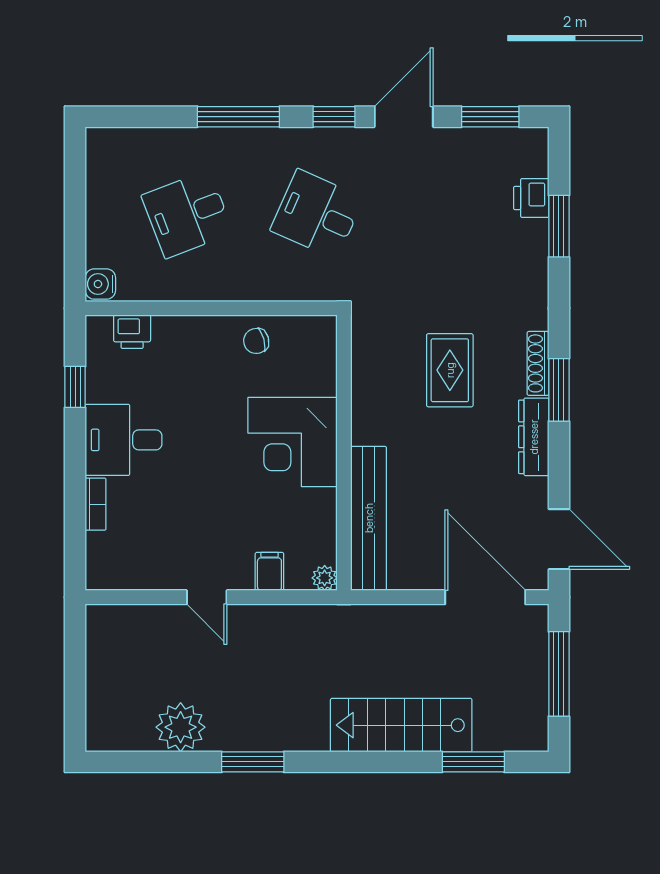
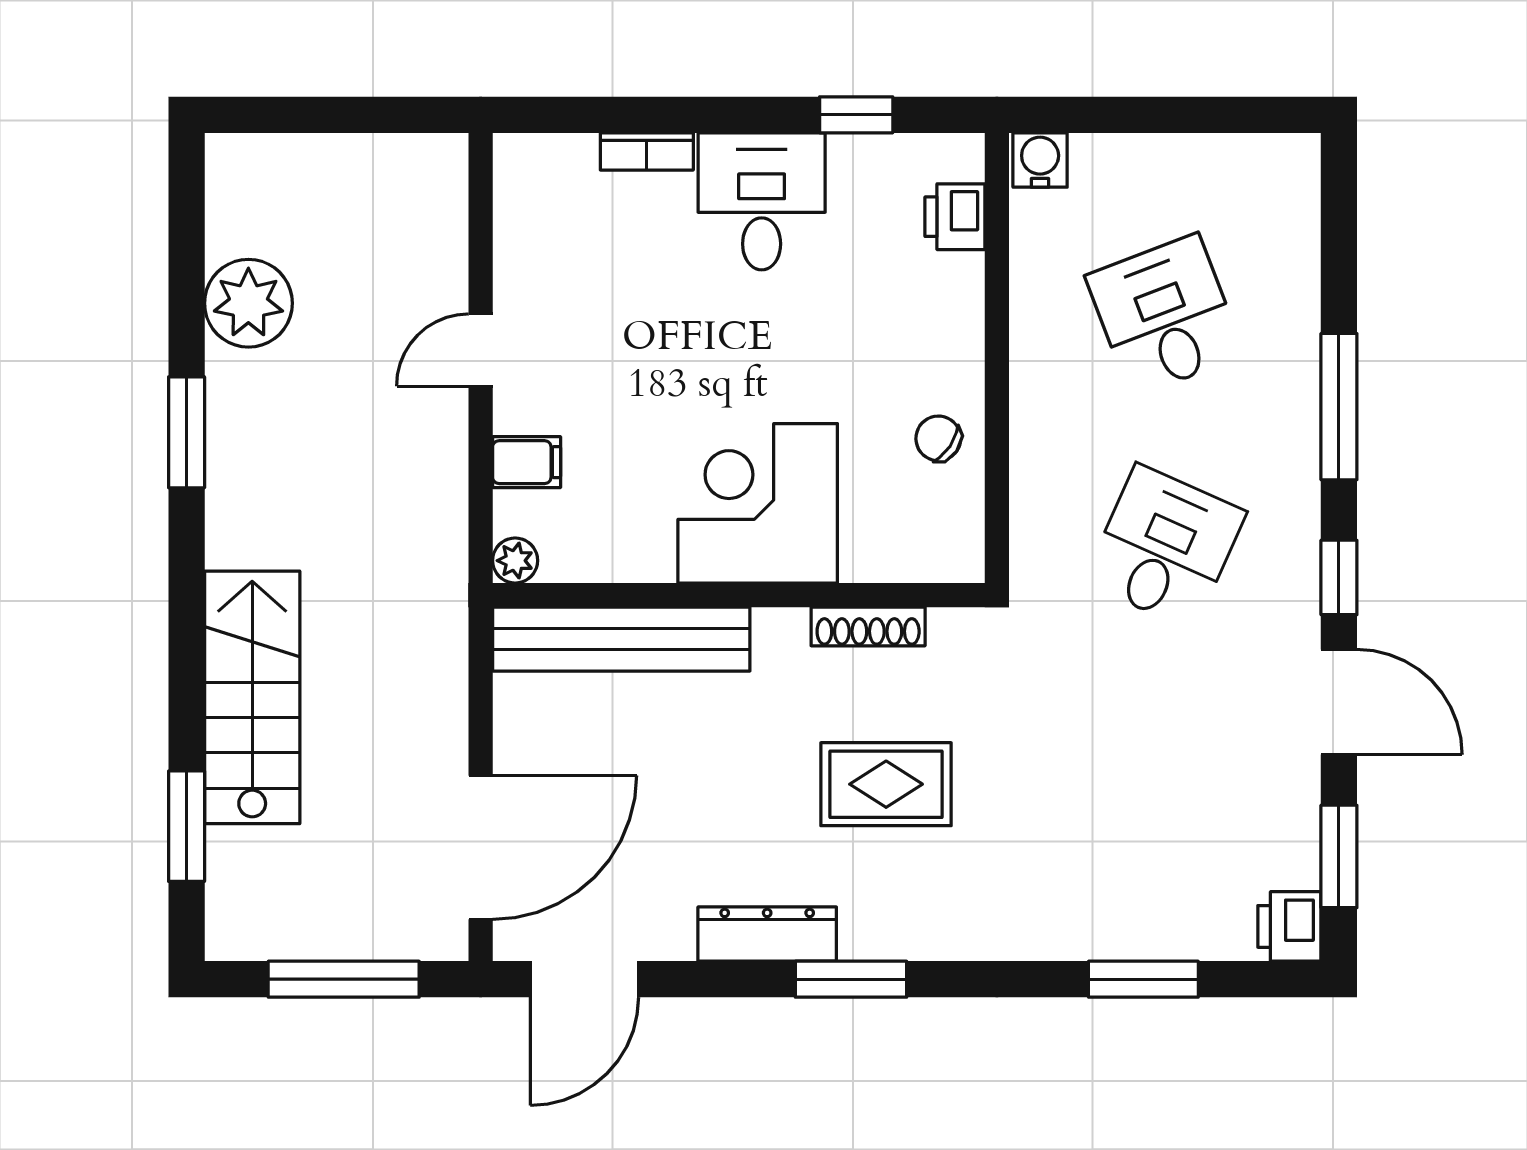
printer: (531, 198) -> (1289, 926), moved, turned -90
chair: (256, 341) -> (938, 438), turned -41
shoe rack: (538, 363) -> (868, 626), moved, turned 180

